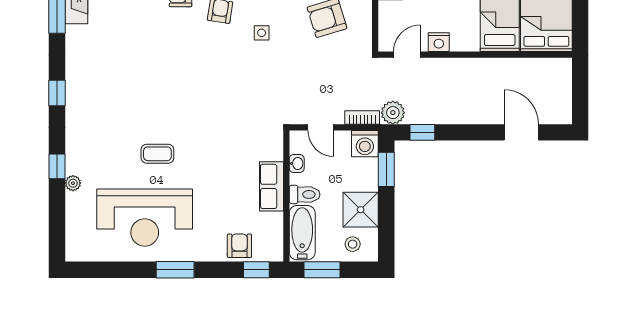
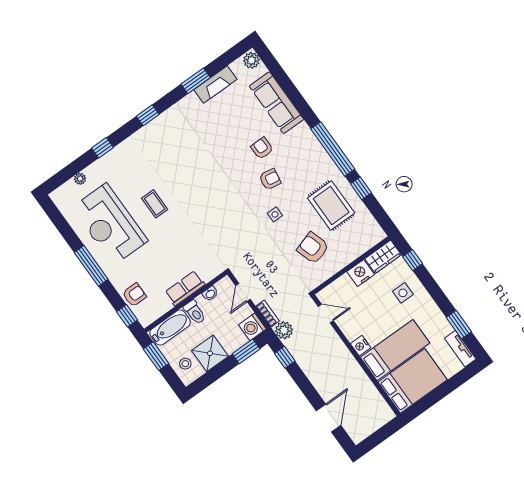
nightstand: (439, 42) -> (361, 346), moved
plant: (73, 183) -> (80, 179), moved
window: (175, 270) -> (91, 266), width x1.44

